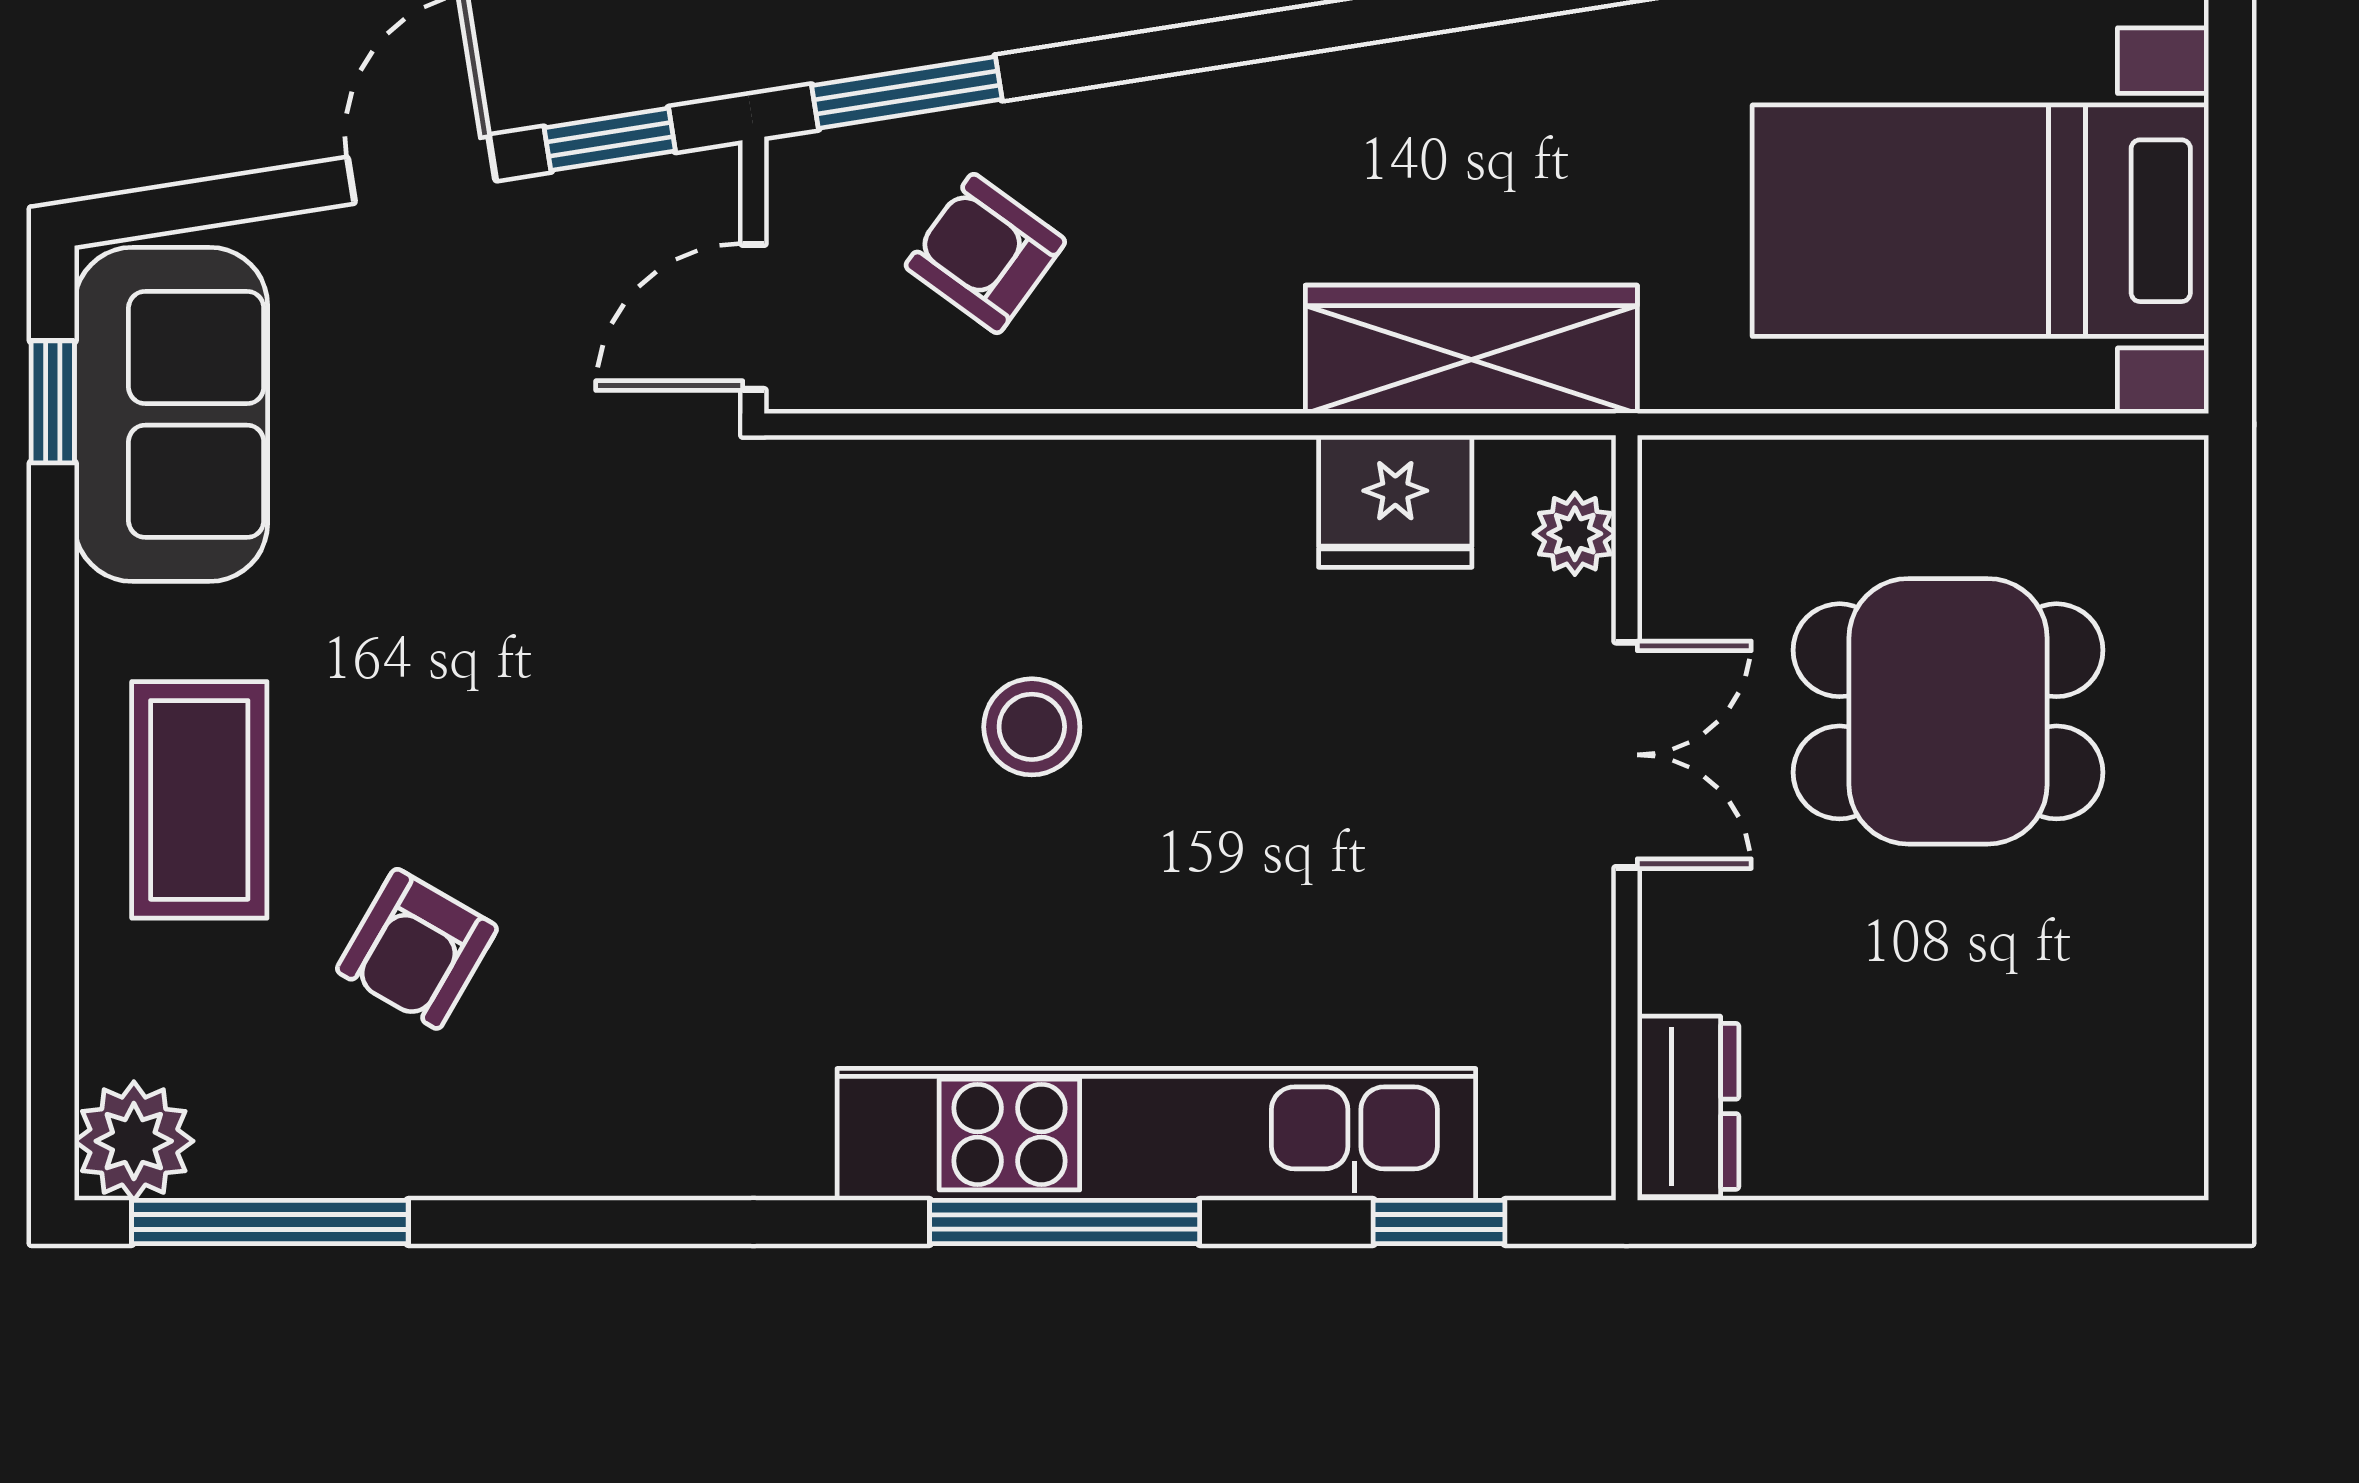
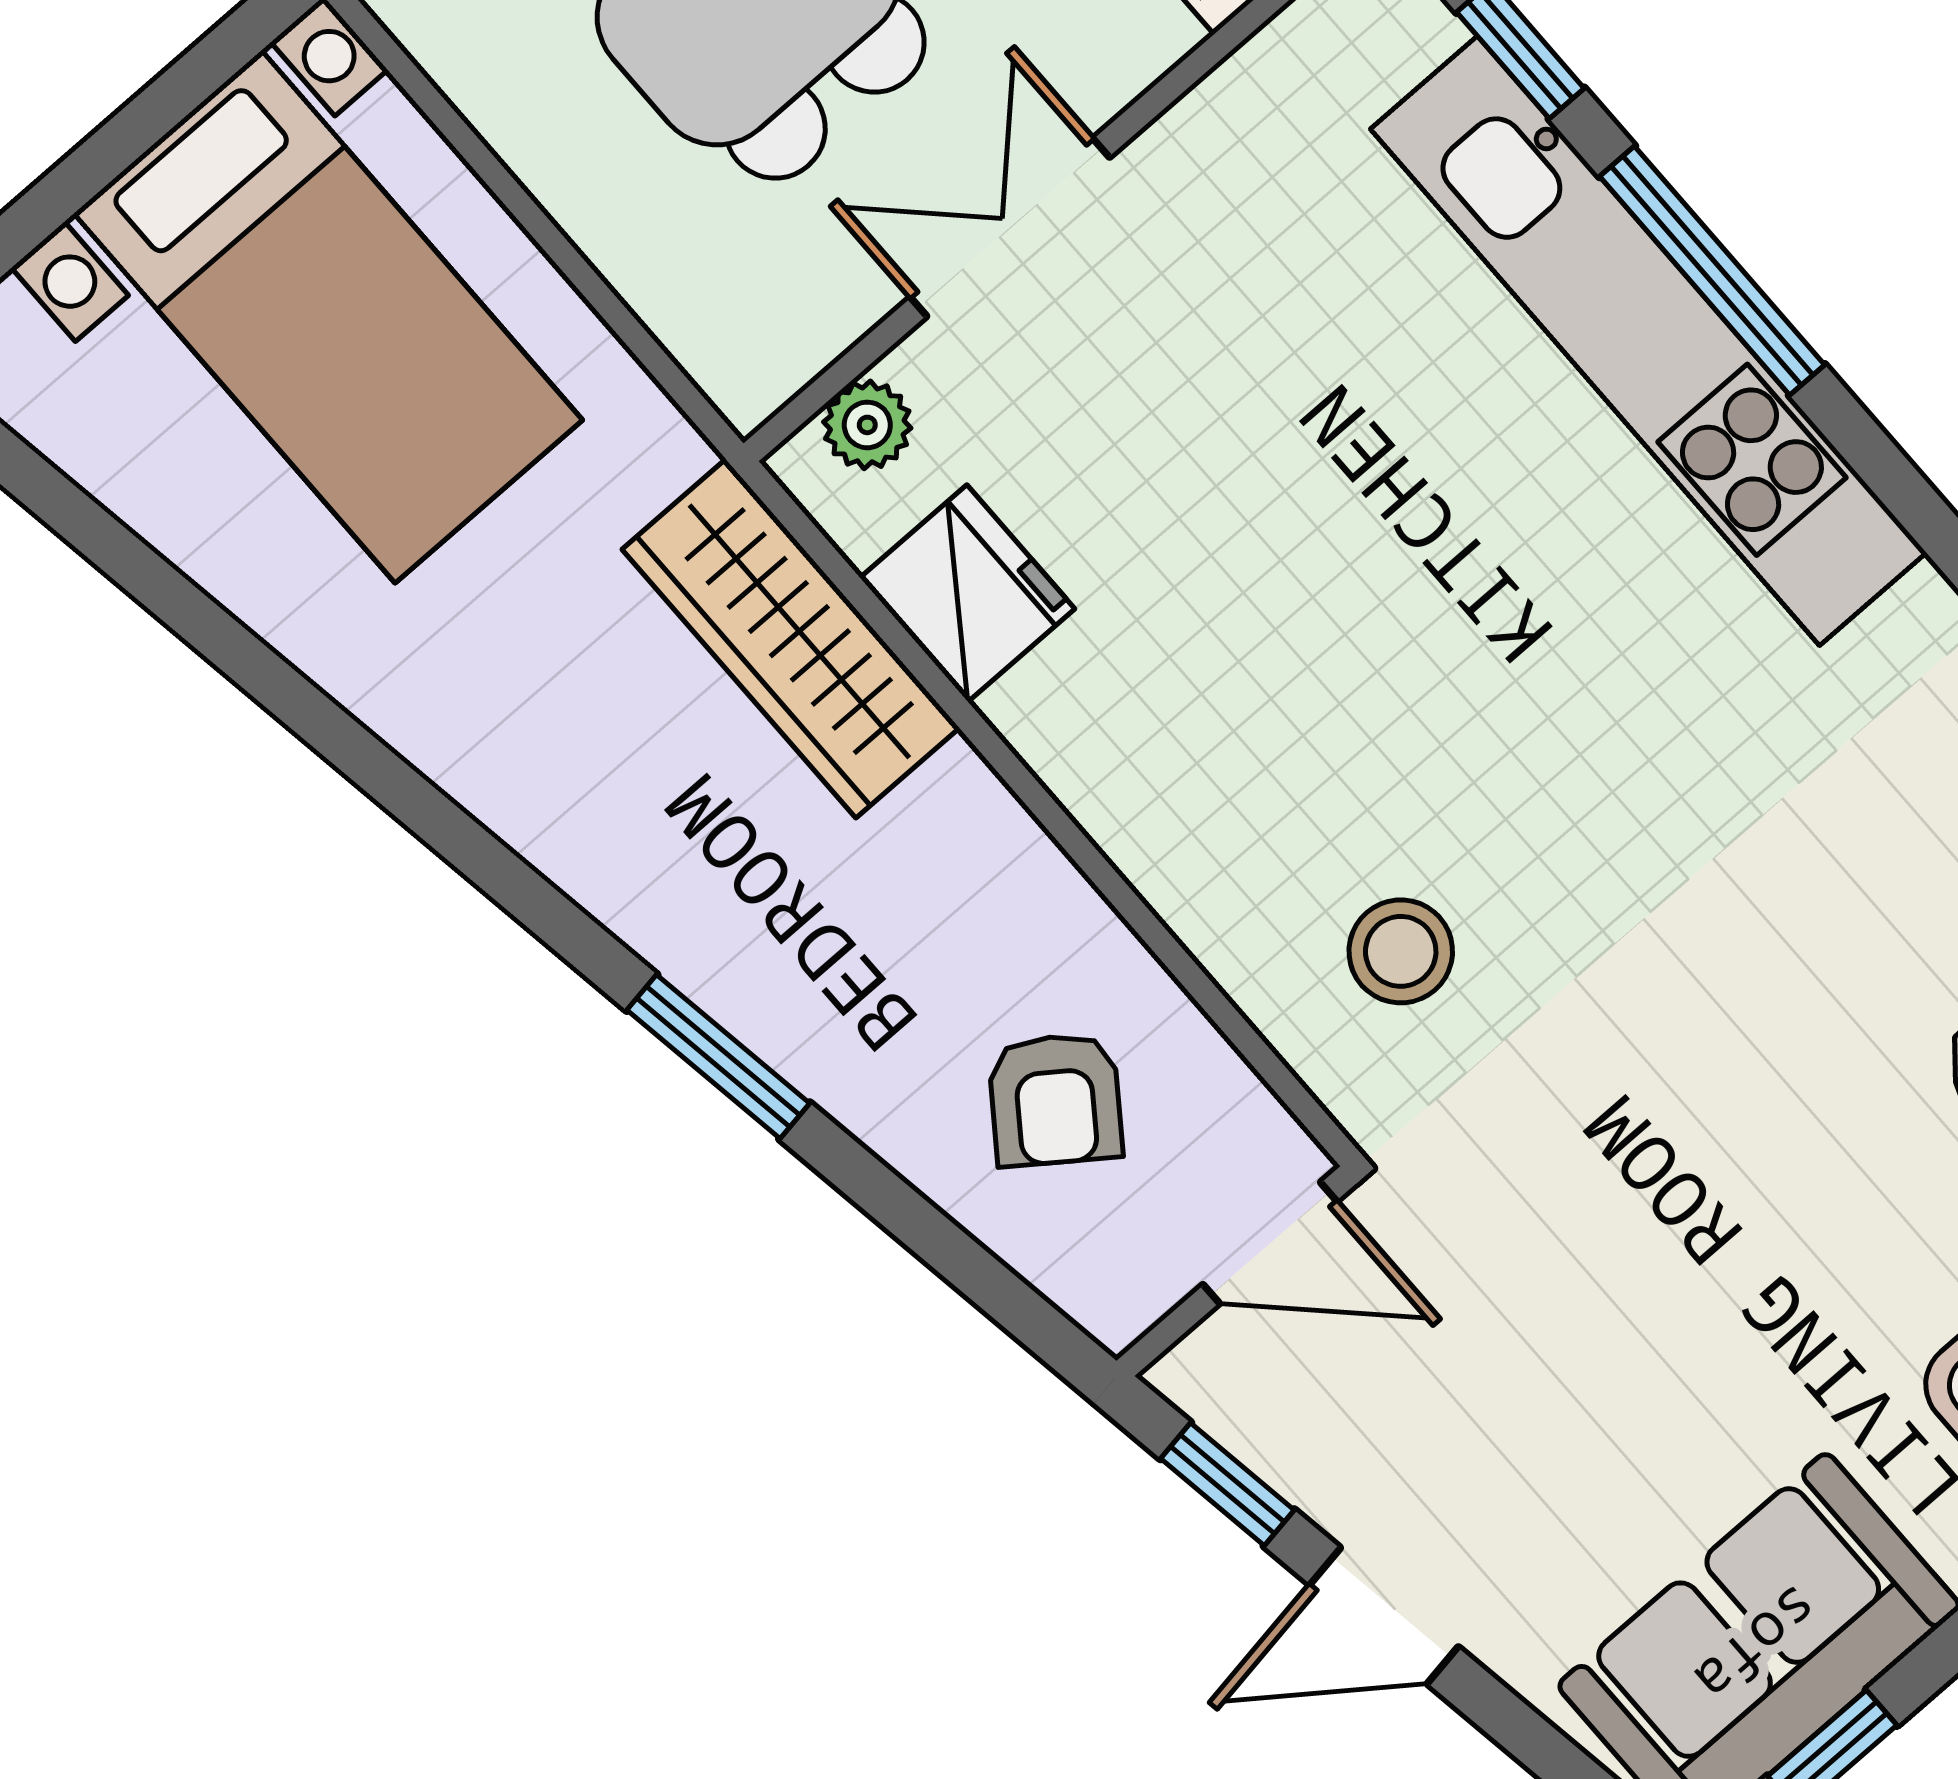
window: (907, 92) -> (718, 1057), moved
stool: (1032, 727) -> (1401, 951), moved
window: (1065, 1222) -> (1712, 271), moved

